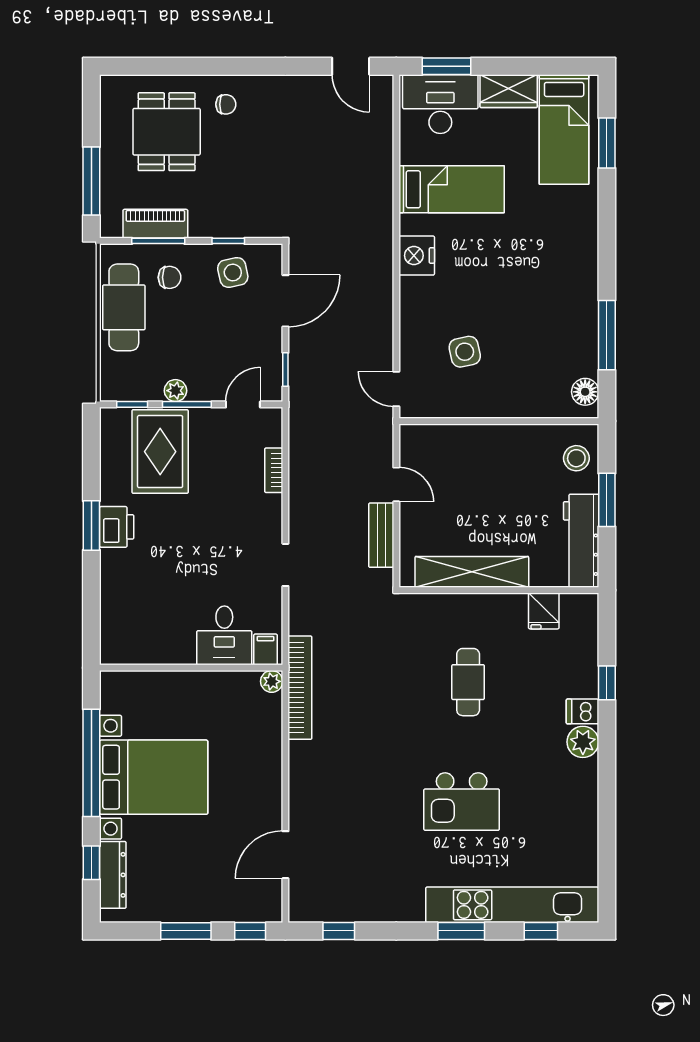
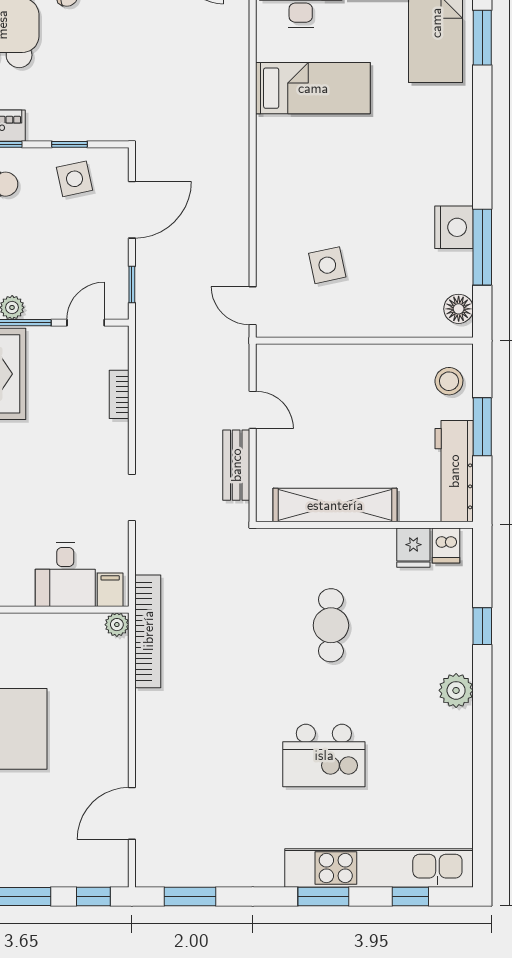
nightstand: (417, 256) -> (454, 227), moved, turned 180
dishwasher: (583, 711) -> (446, 546), moved, turned -90
window: (339, 931) -> (190, 897), width x1.50

